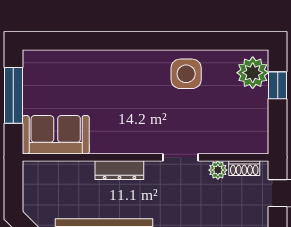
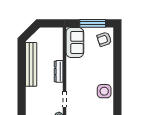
armchair: (48, 70) -> (104, 39), added
side table: (186, 74) -> (104, 91), moved

